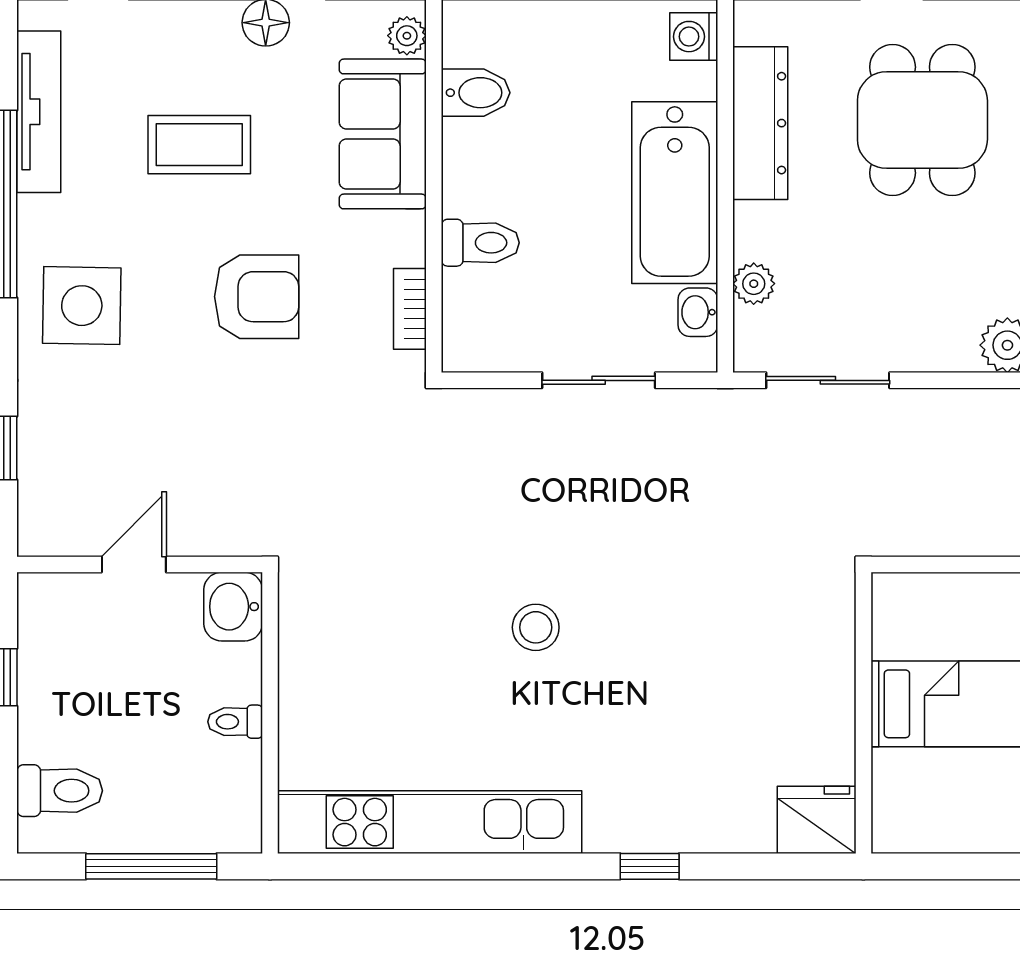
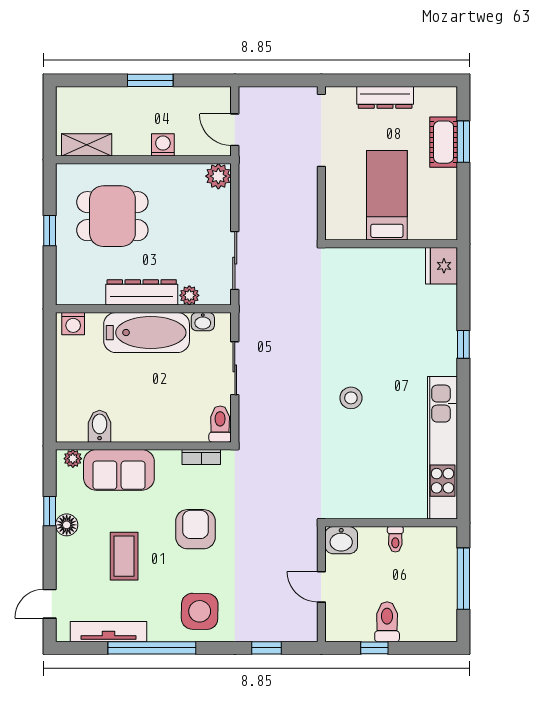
dresser: (760, 123) -> (142, 292), moved
toilet: (480, 243) -> (220, 424), moved
toilet: (60, 791) -> (387, 622), moved

